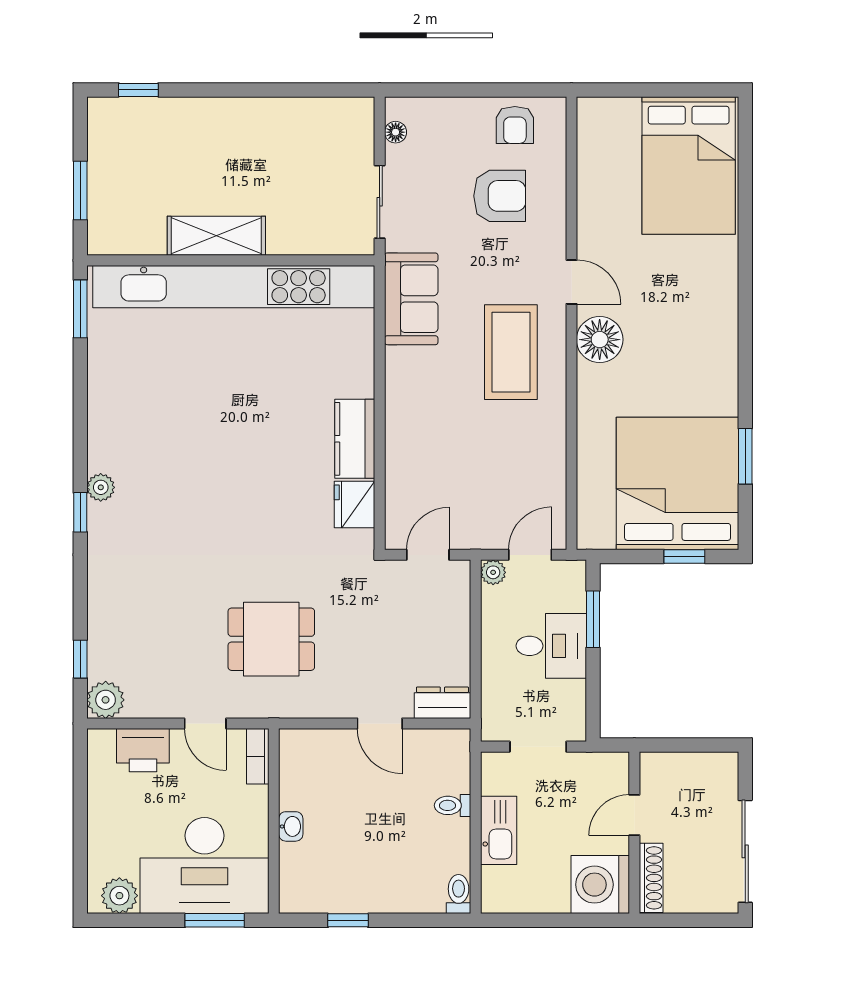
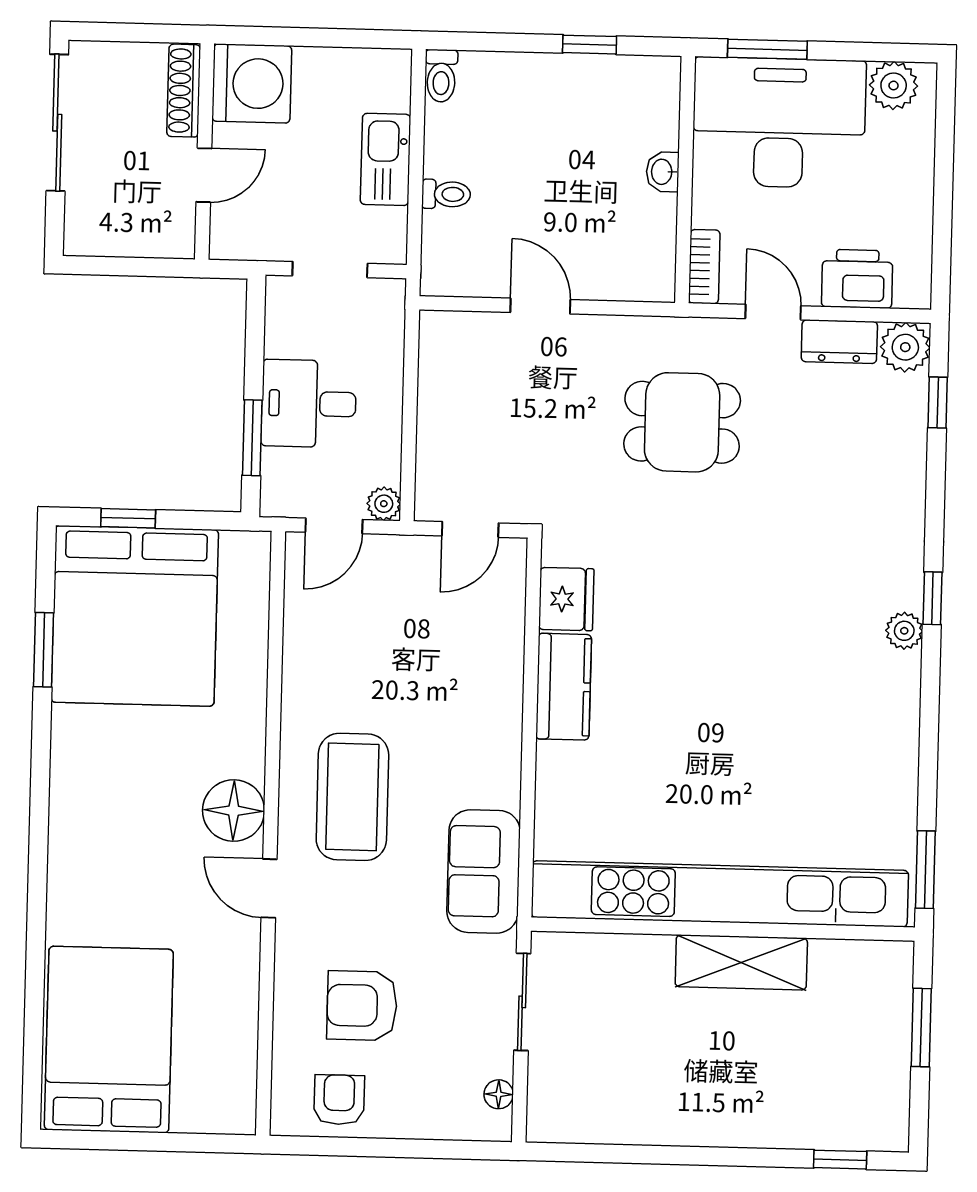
dresser: (442, 703) -> (839, 342), moved

